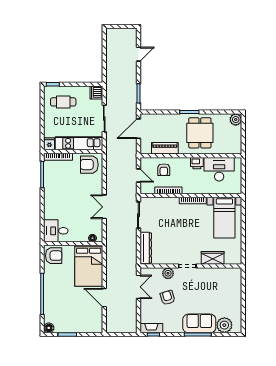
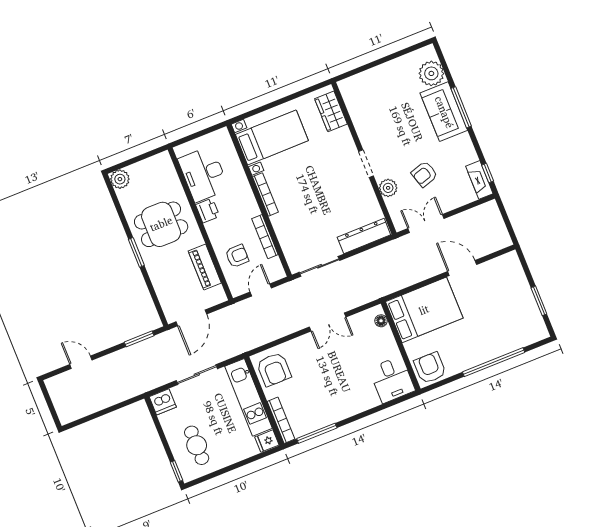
door: (138, 129) -> (191, 318), hinge flipped
wardrobe: (213, 258) -> (331, 111), moved
door: (104, 298) -> (462, 268), swing flipped
floor lamp: (49, 328) -> (540, 332), removed

